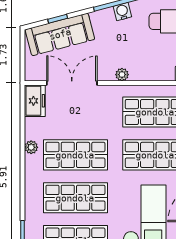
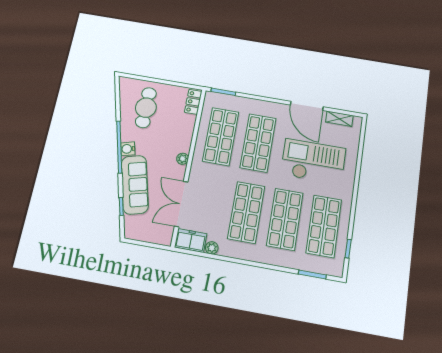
sofa: (60, 34) -> (135, 185), moved
plant: (31, 147) -> (212, 248), moved

